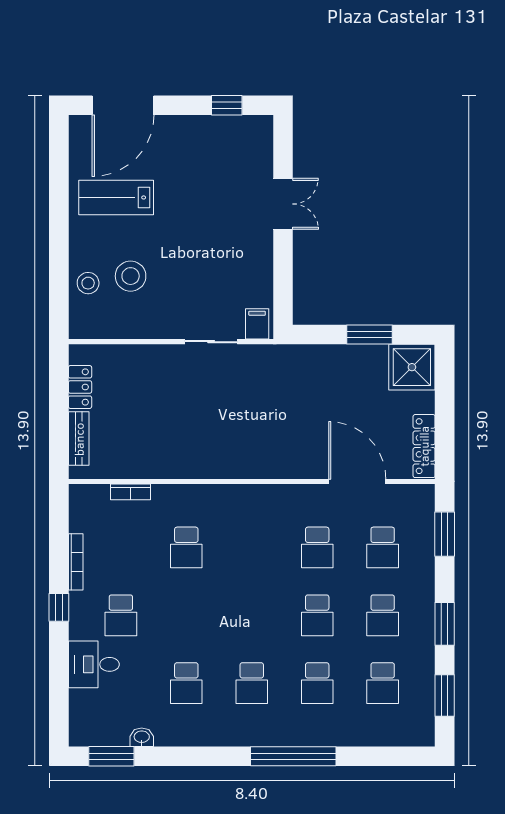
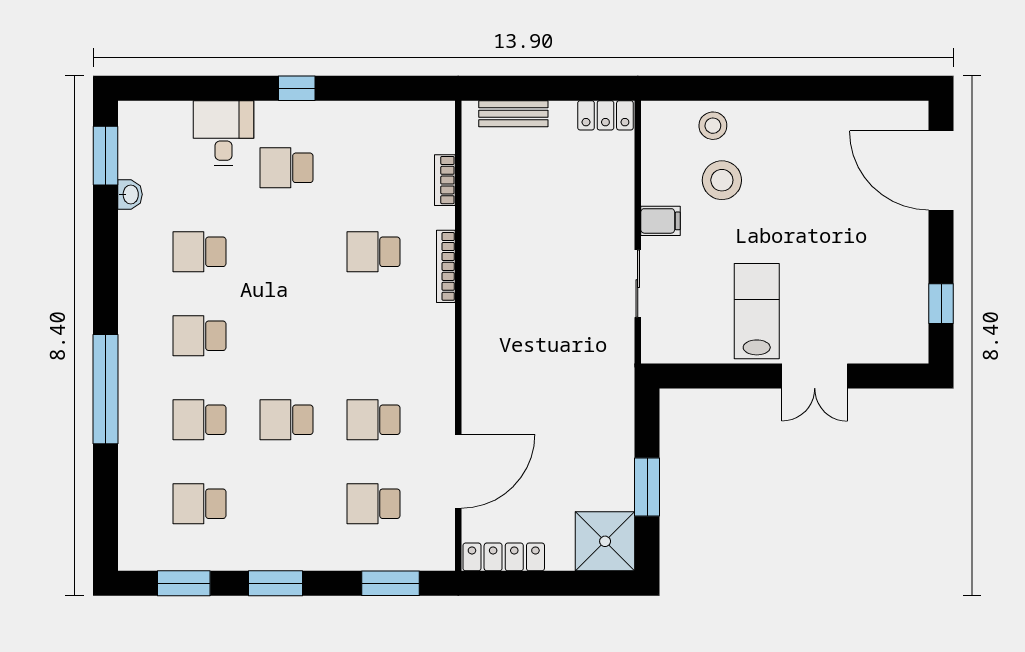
lab bench: (116, 197) -> (757, 311), moved
filing cabinet: (257, 324) -> (660, 221), moved
locker: (80, 387) -> (605, 115), moved
bookcase: (76, 562) -> (446, 266), moved, turned 90
school desk: (383, 615) -> (287, 504), removed

